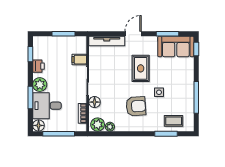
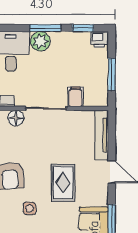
printer: (38, 66) -> (99, 39), moved
rug: (141, 68) -> (63, 183), turned 90
window: (30, 97) -> (45, 28), moved

